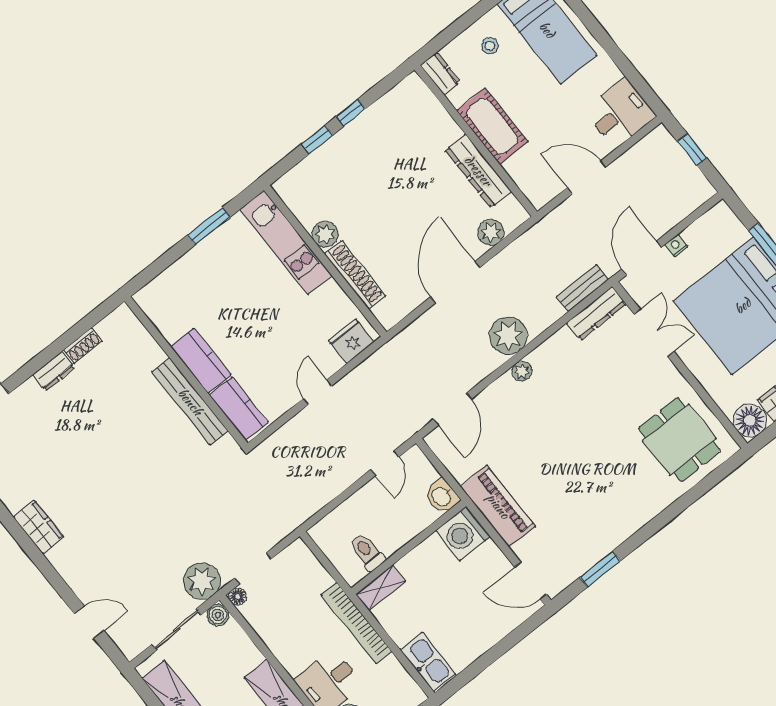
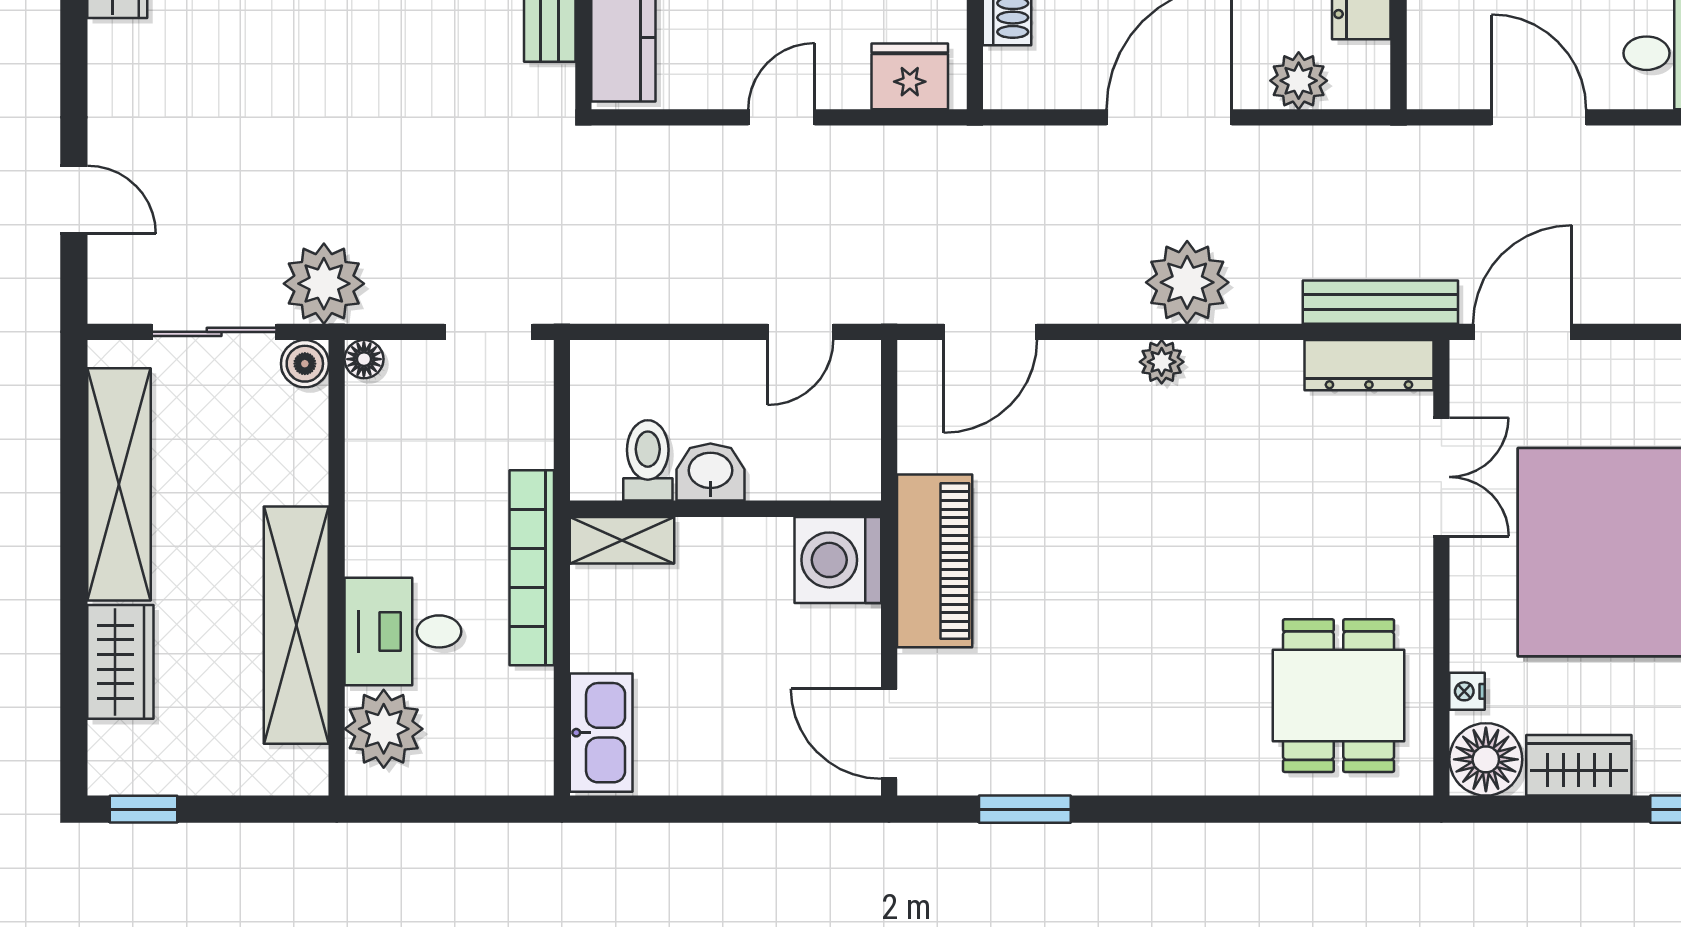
nightstand: (676, 246) -> (1467, 691), moved, turned -90
bench: (583, 288) -> (1380, 302), width x1.36
washbasin: (442, 496) -> (710, 472), moved, turned 90
doorway: (253, 568) -> (488, 332), moved

